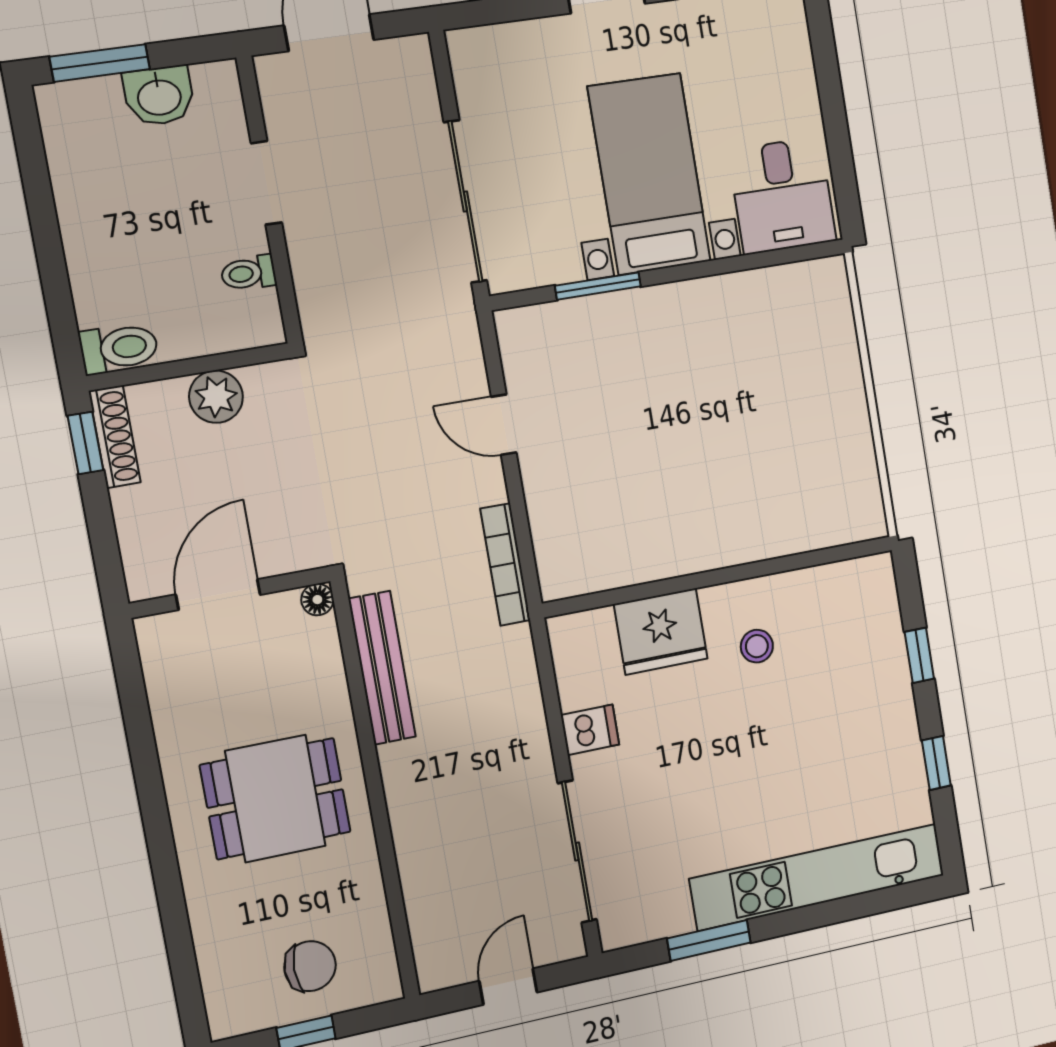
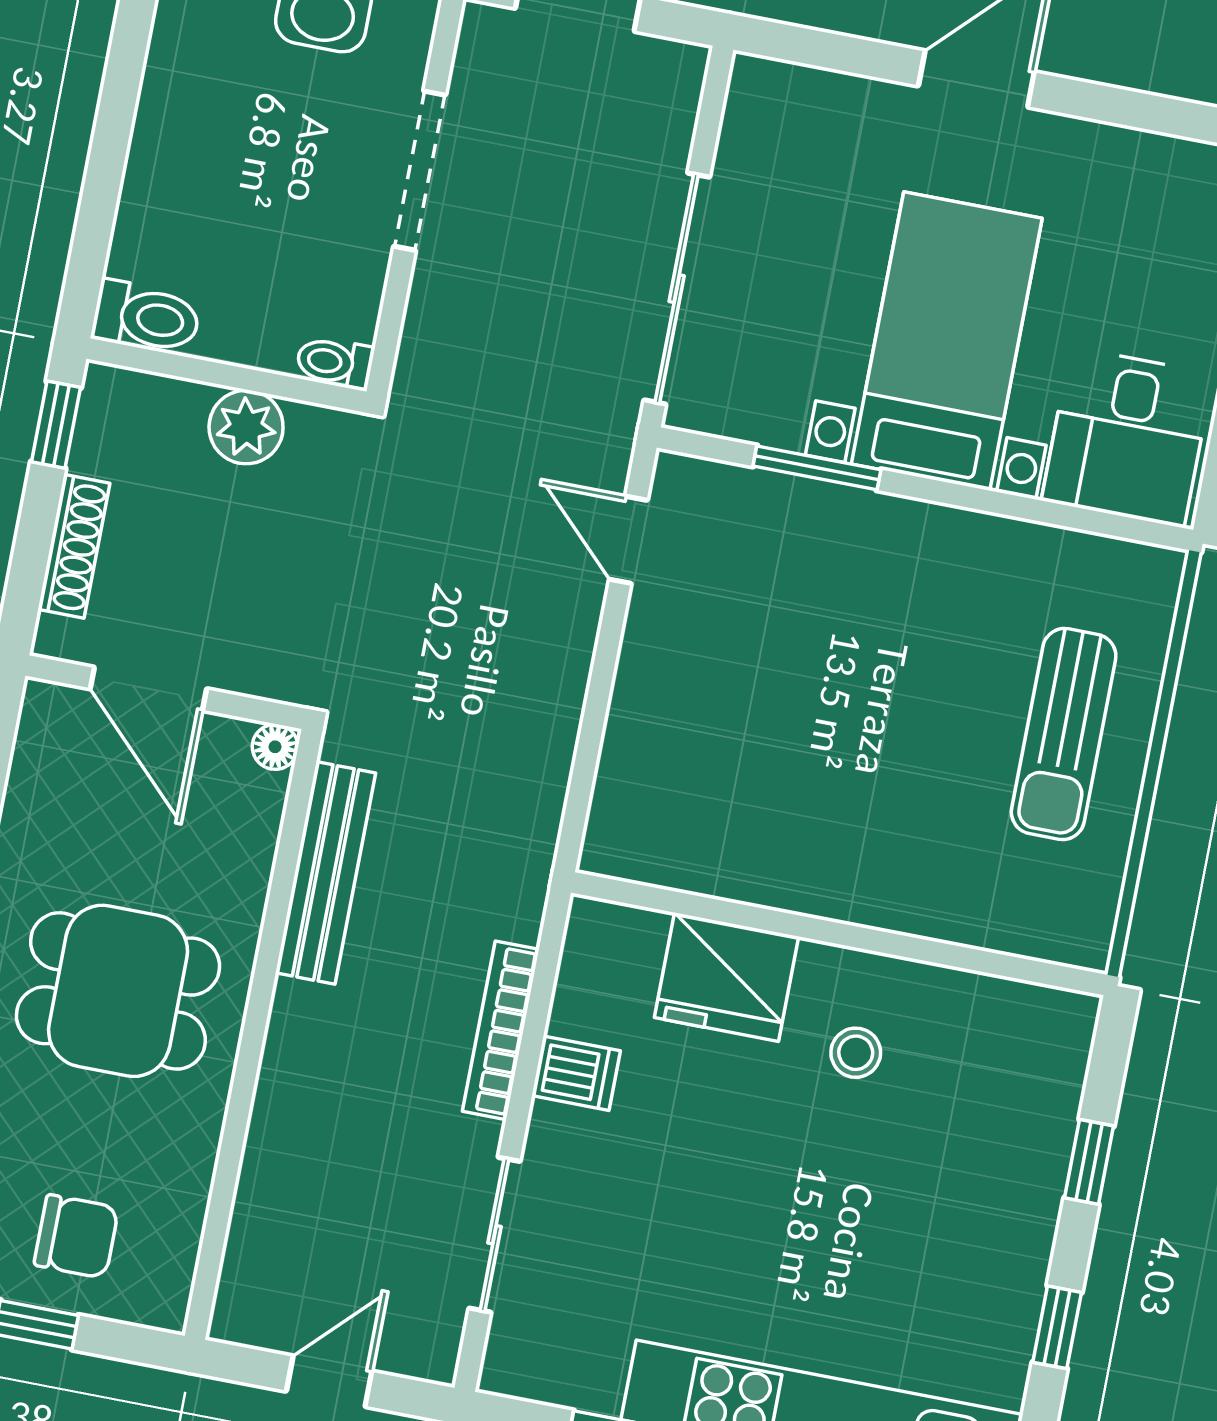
doorway: (266, 183) -> (420, 171), width x1.38
toilet: (248, 273) -> (335, 363), moved
sun lounger: (810, 398) -> (1064, 734), added
door: (504, 425) -> (628, 540), moved
shoe rack: (115, 437) -> (74, 546), moved
bookcase: (505, 564) -> (501, 1030), moved
door: (218, 595) -> (148, 689), swing flipped
sliding door: (577, 852) -> (494, 1235), width x0.73

